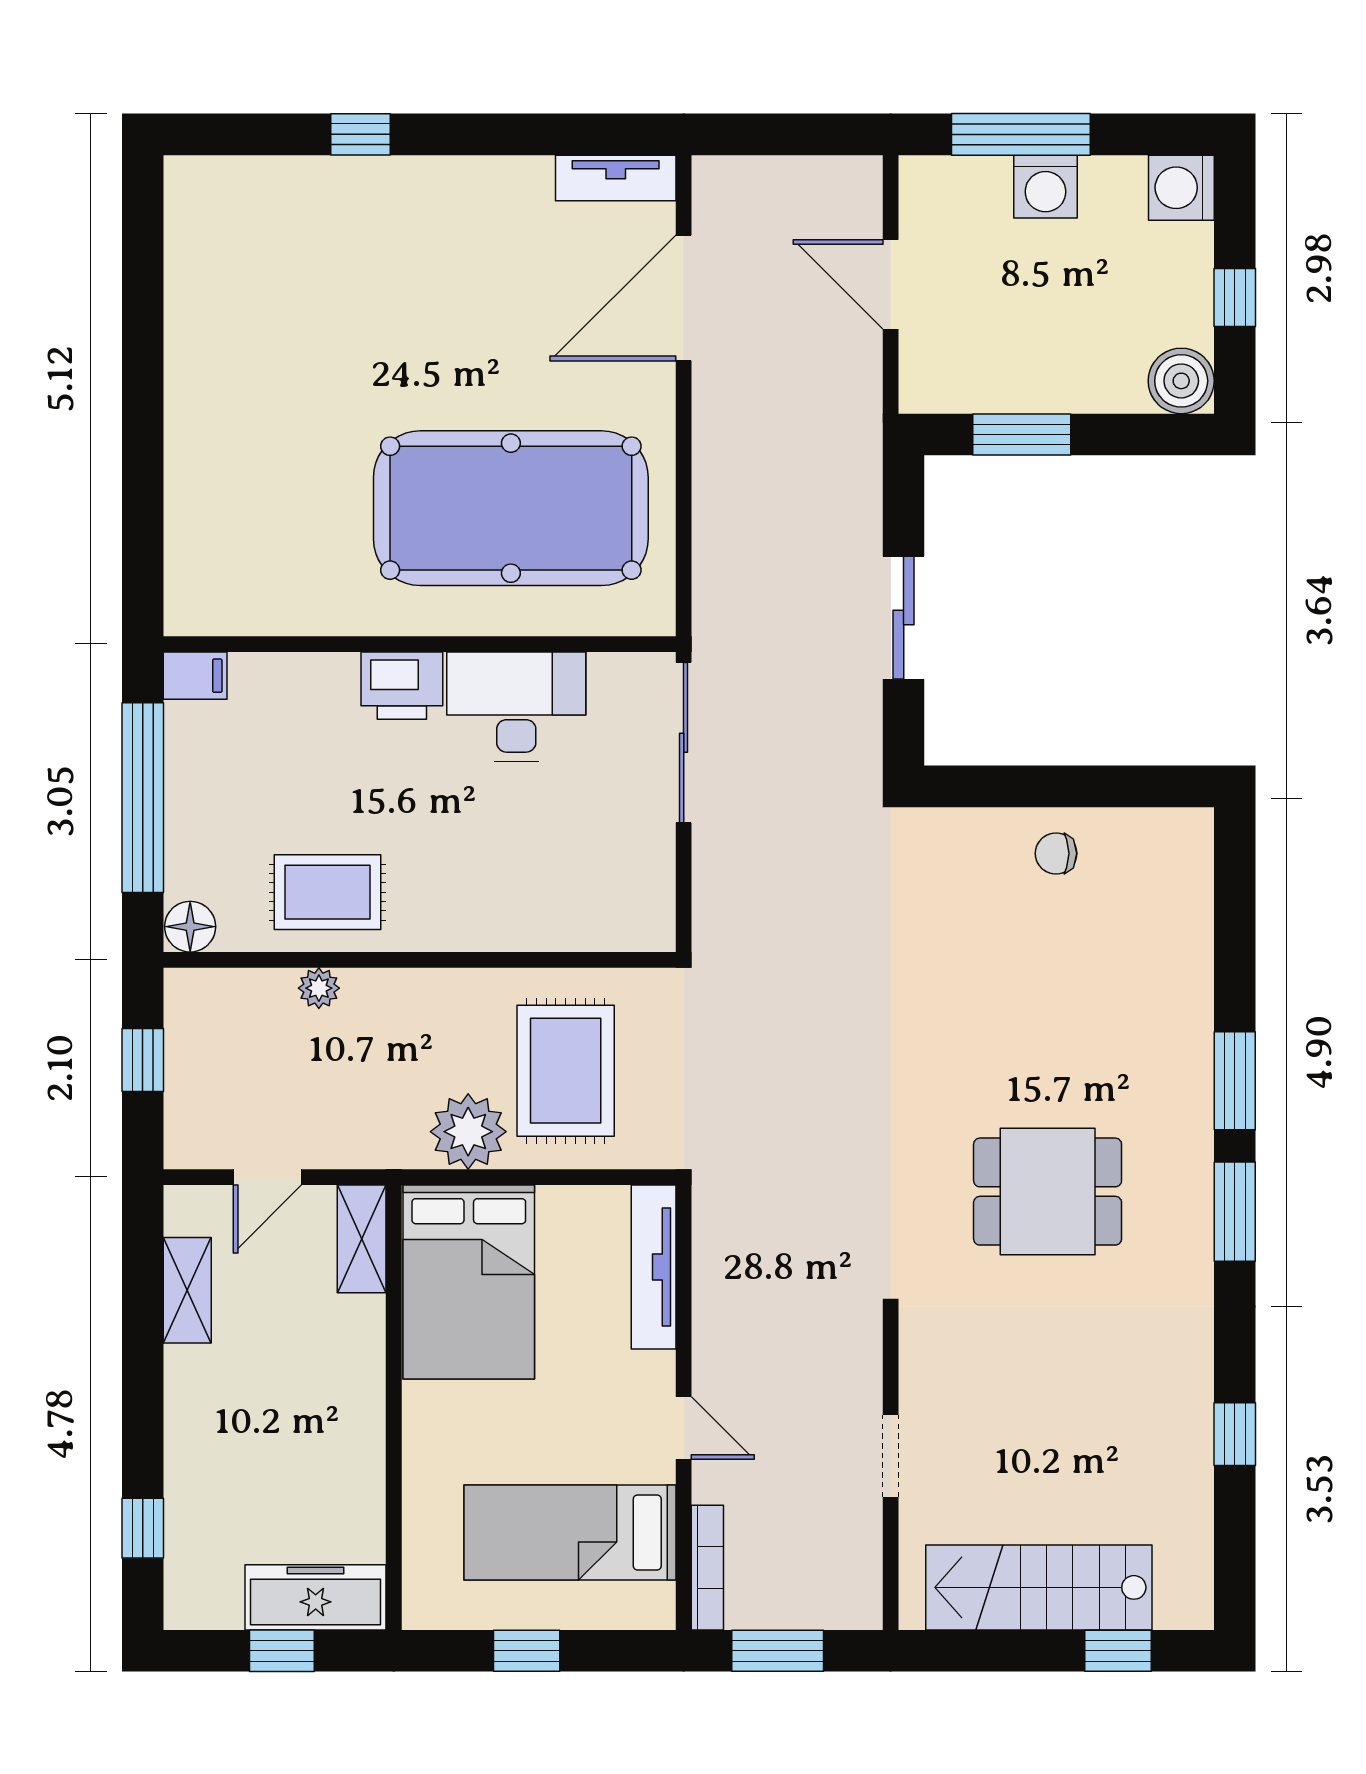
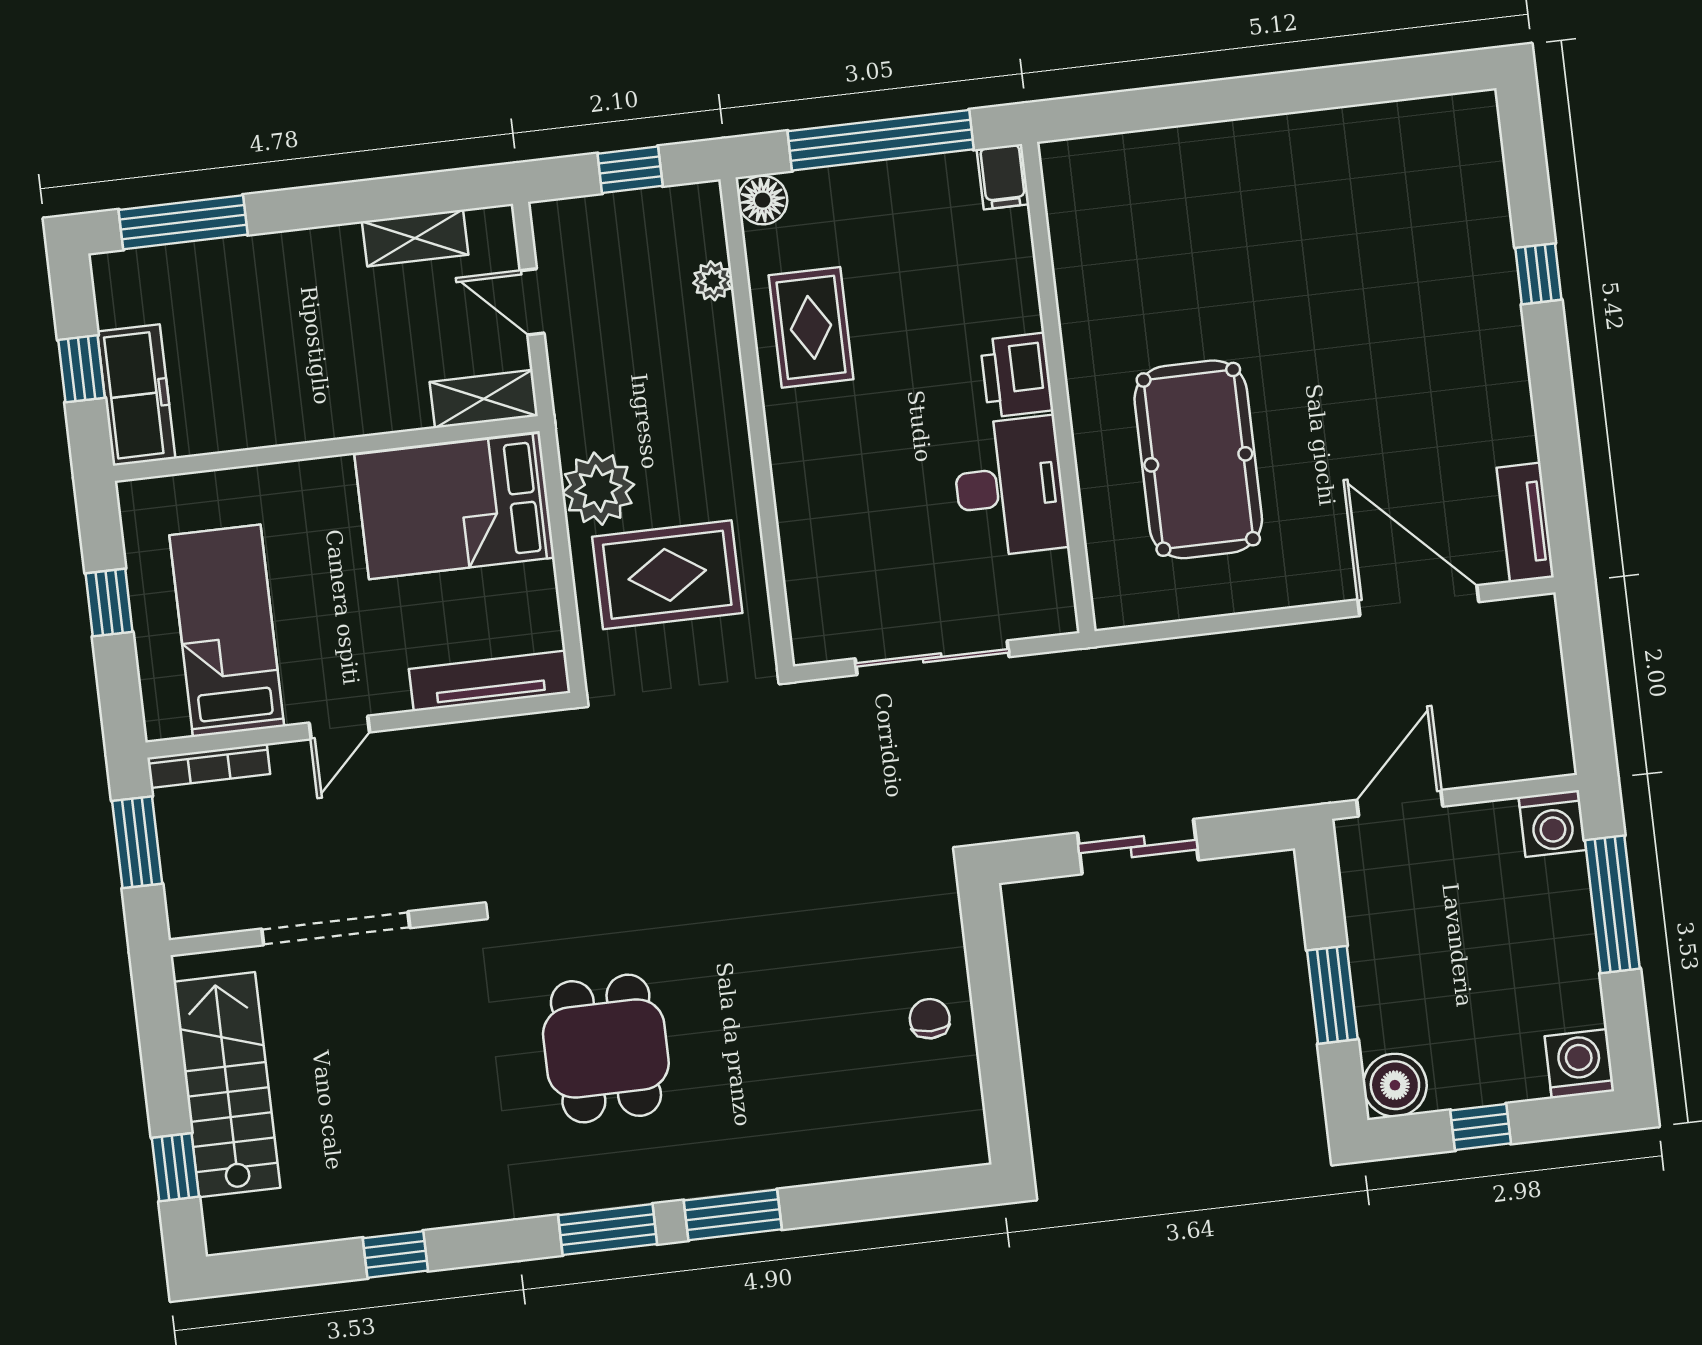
washing machine: (1045, 187) -> (1552, 823), moved, turned -90
door: (891, 284) -> (1400, 803), moved
window: (1022, 435) -> (1332, 995), moved
pool table: (511, 508) -> (1198, 459), width x0.73, depth x0.76
sliding door: (684, 743) -> (932, 658), moved
plant: (319, 988) -> (713, 281), moved
doorway: (891, 1456) -> (336, 928), width x1.88
window: (143, 1528) -> (183, 222), width x2.17

